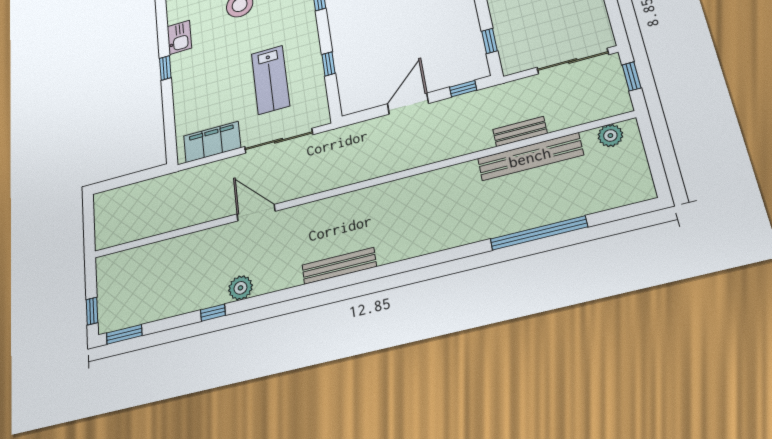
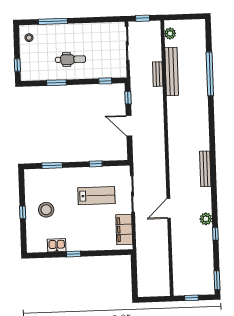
window: (92, 311) -> (191, 298), moved

